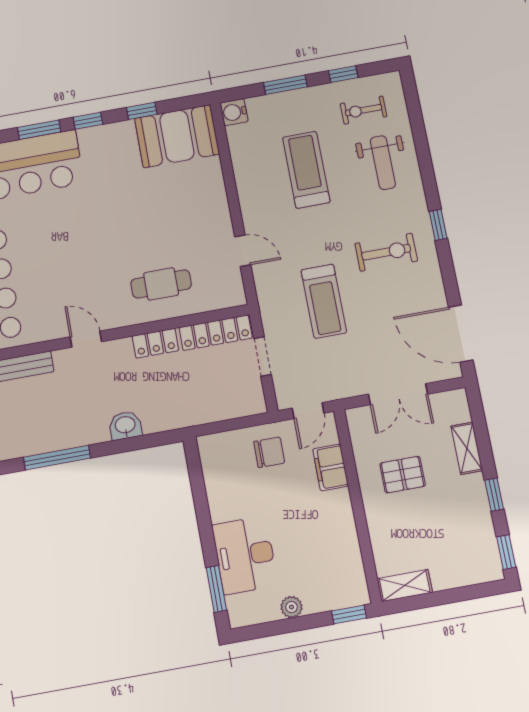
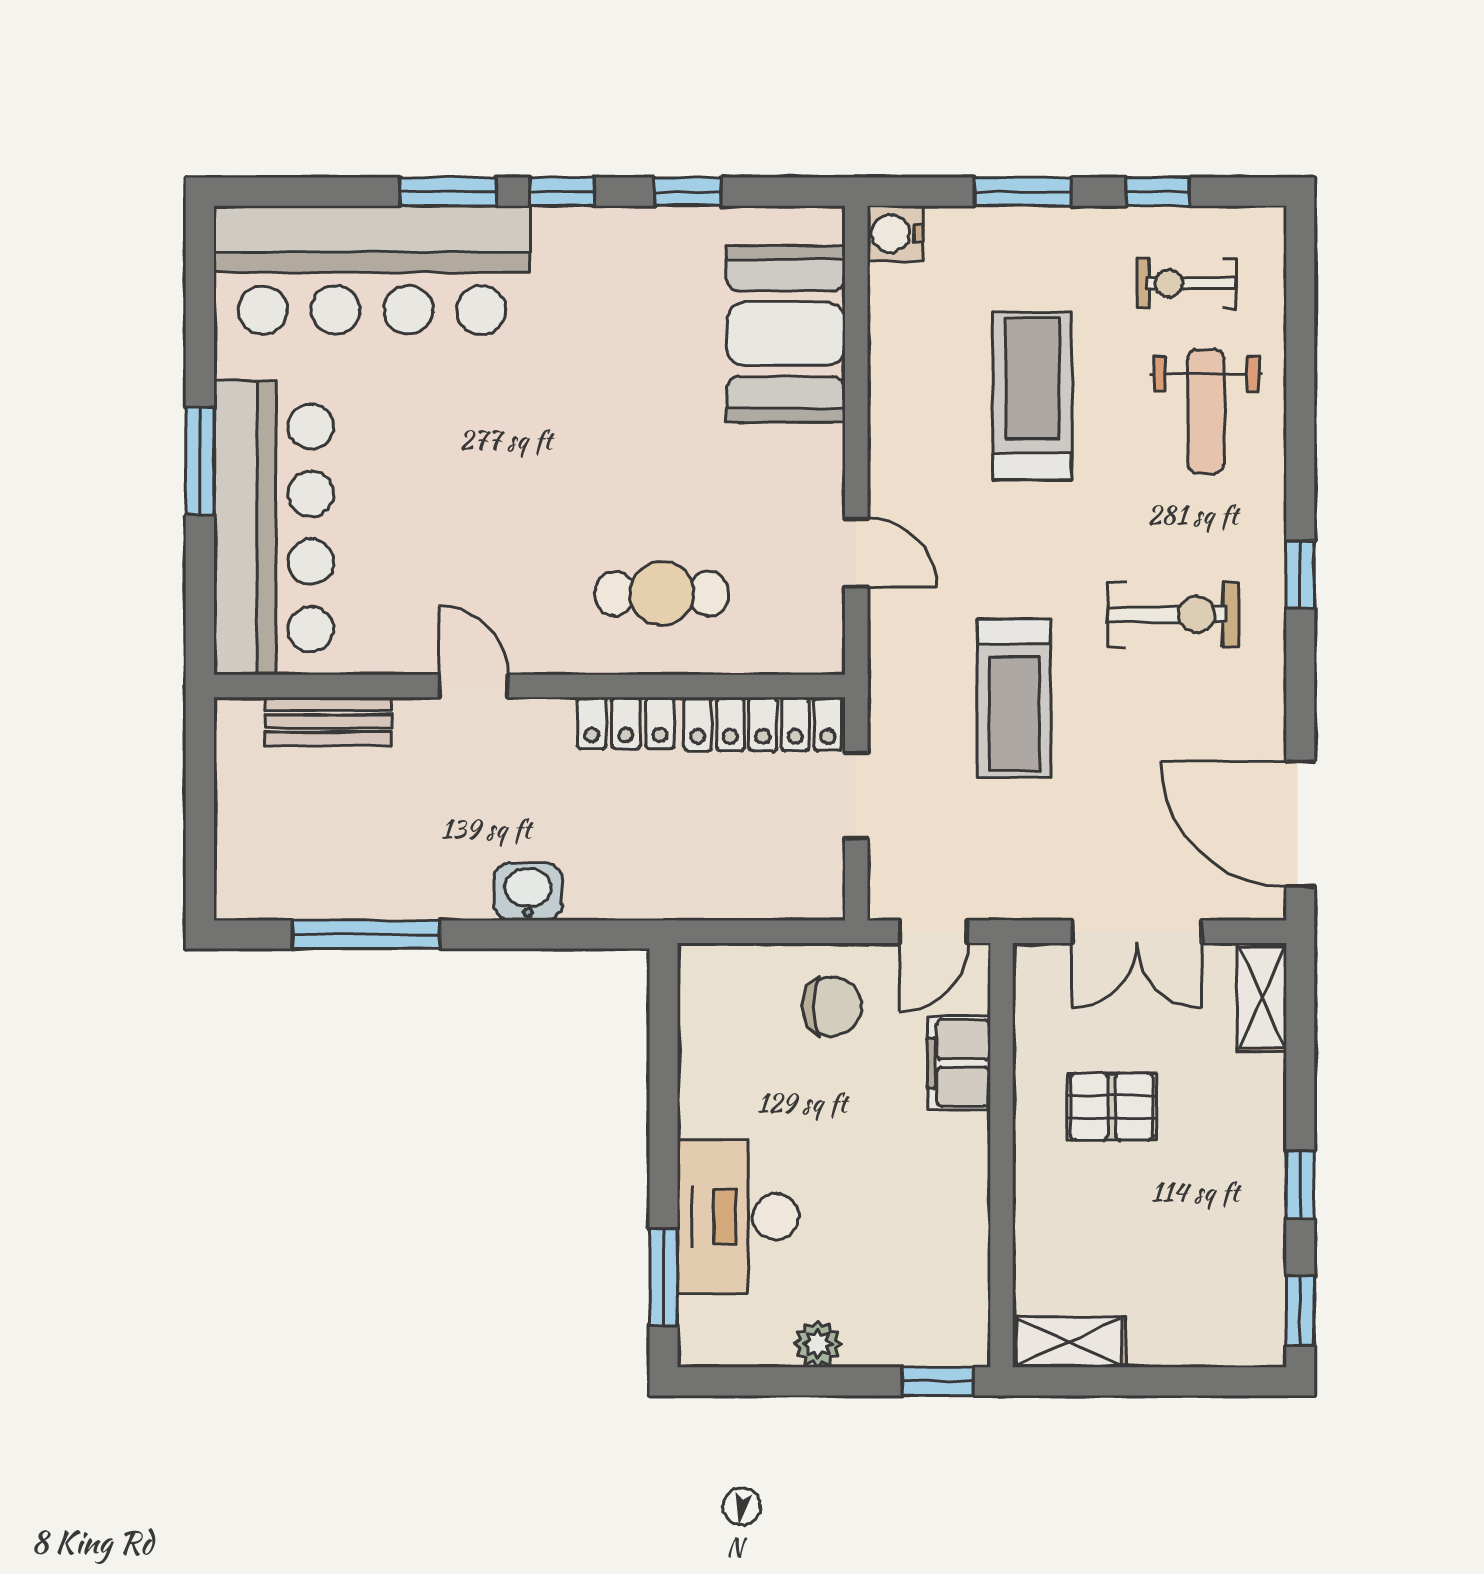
booth: (177, 136) -> (786, 334), moved, turned 90
shelving: (467, 448) -> (1262, 997), moved

